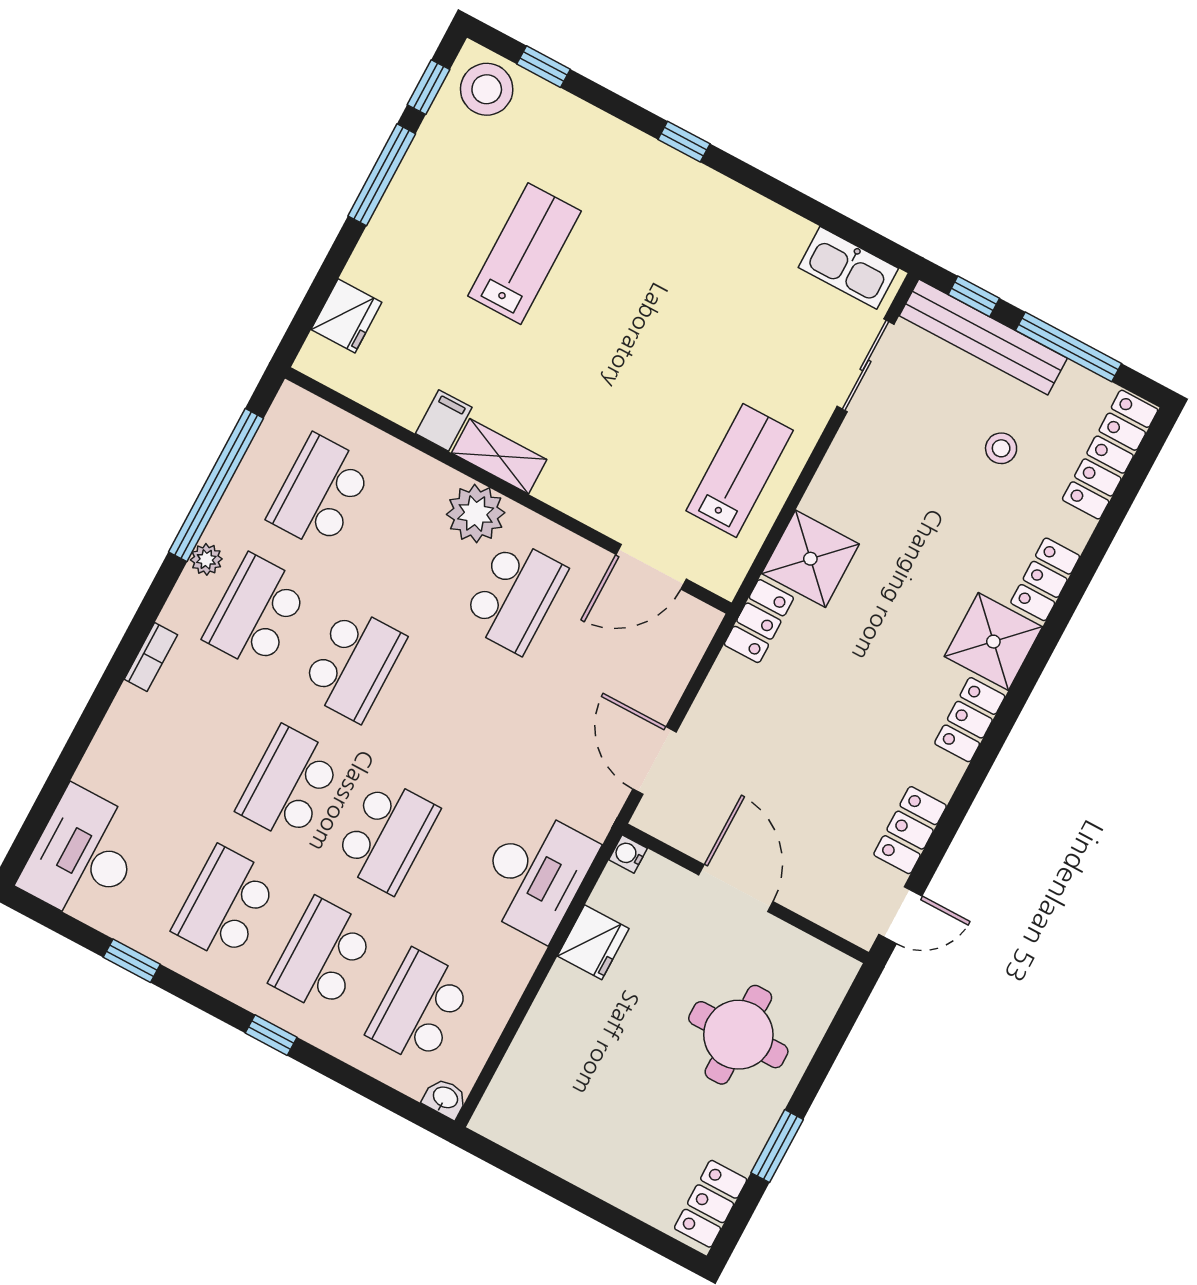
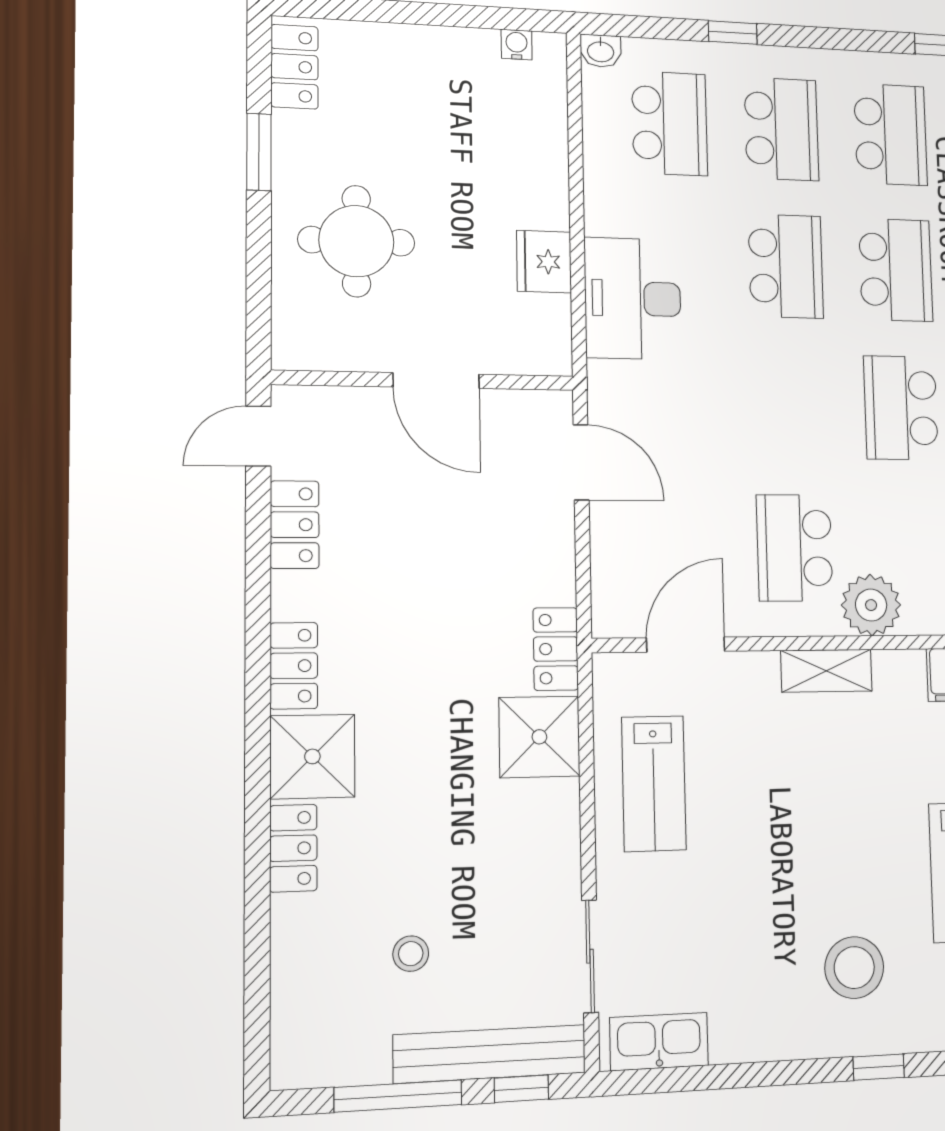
stool: (659, 231) -> (854, 968), added
locker: (1110, 455) -> (295, 1013), removed
shelving: (499, 456) -> (826, 671), moved
school desk: (386, 836) -> (786, 266), turned 180
water cooler: (628, 854) -> (517, 45), moved, turned -90
window: (271, 1035) -> (733, 32), moved

